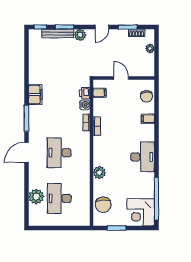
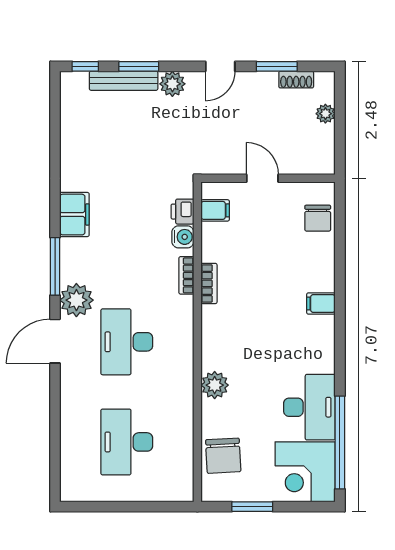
filing cabinet: (148, 119) -> (321, 303), moved
desk: (143, 157) -> (309, 407), moved
plant: (36, 197) -> (76, 300), moved

